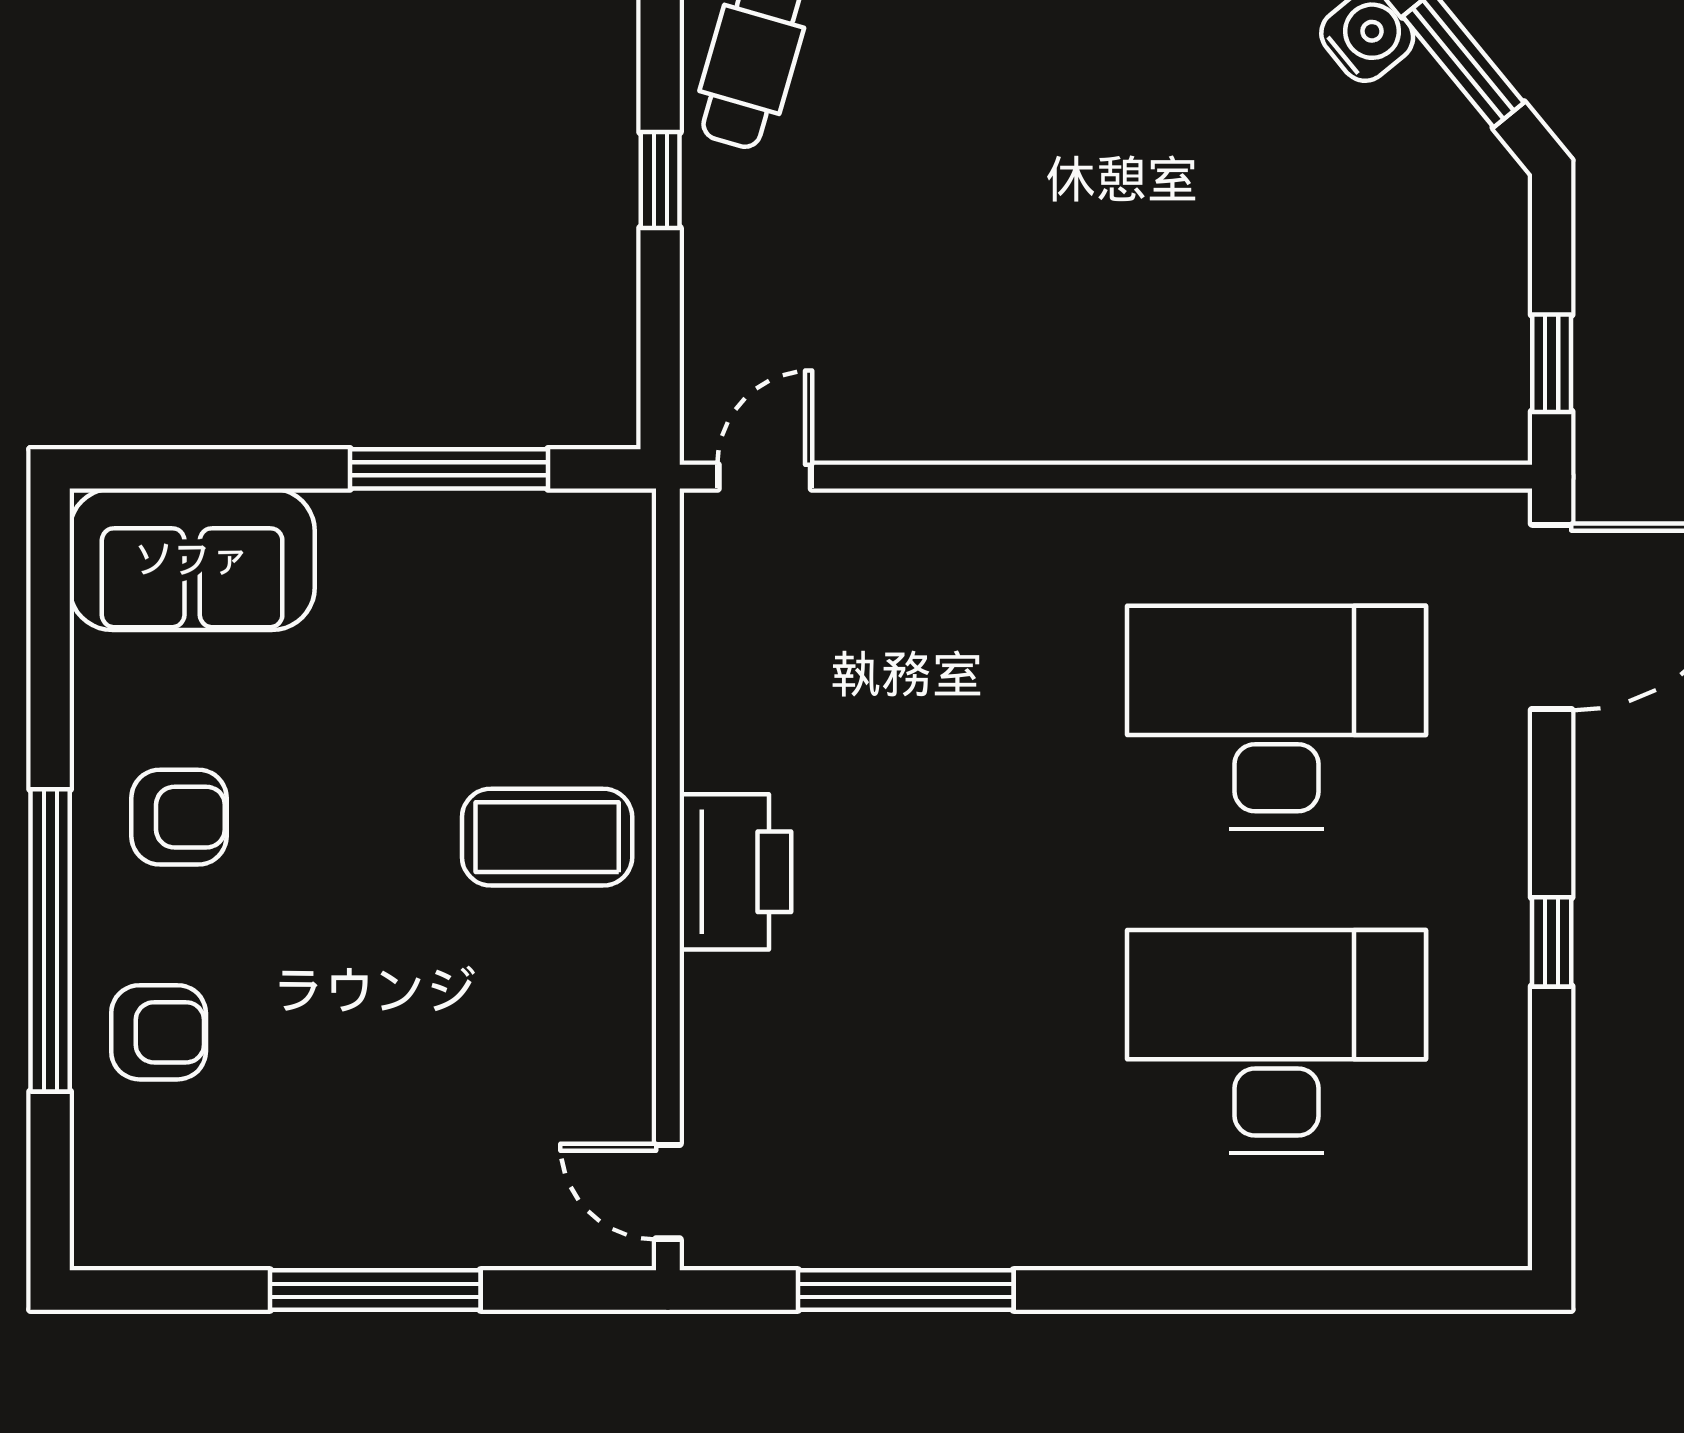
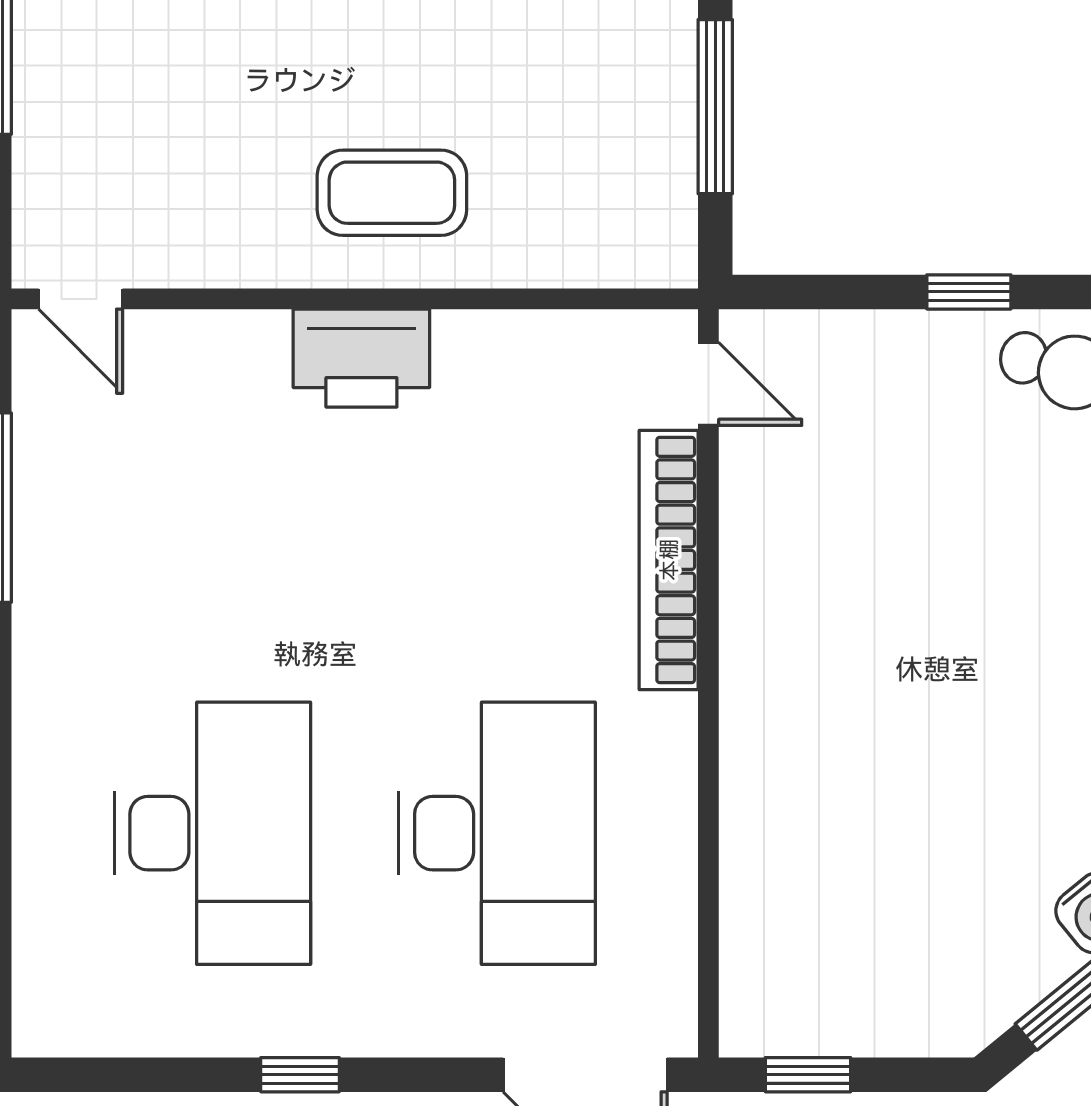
bookcase: (965, 522) -> (669, 560), added
coffee table: (547, 837) -> (392, 193), turned 90
door: (668, 1192) -> (81, 299), swing flipped

